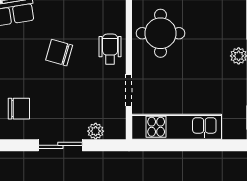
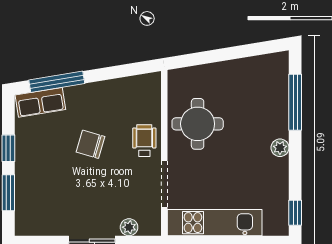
doorway: (129, 90) -> (164, 184), width x1.38
chair: (19, 109) -> (48, 203), removed

